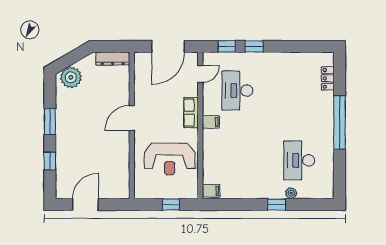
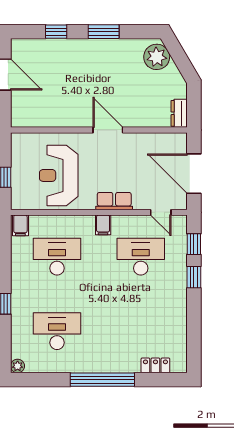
dresser: (113, 59) -> (179, 113), width x0.70
desk: (237, 160) -> (57, 257), added
plant: (291, 193) -> (18, 366), moved

